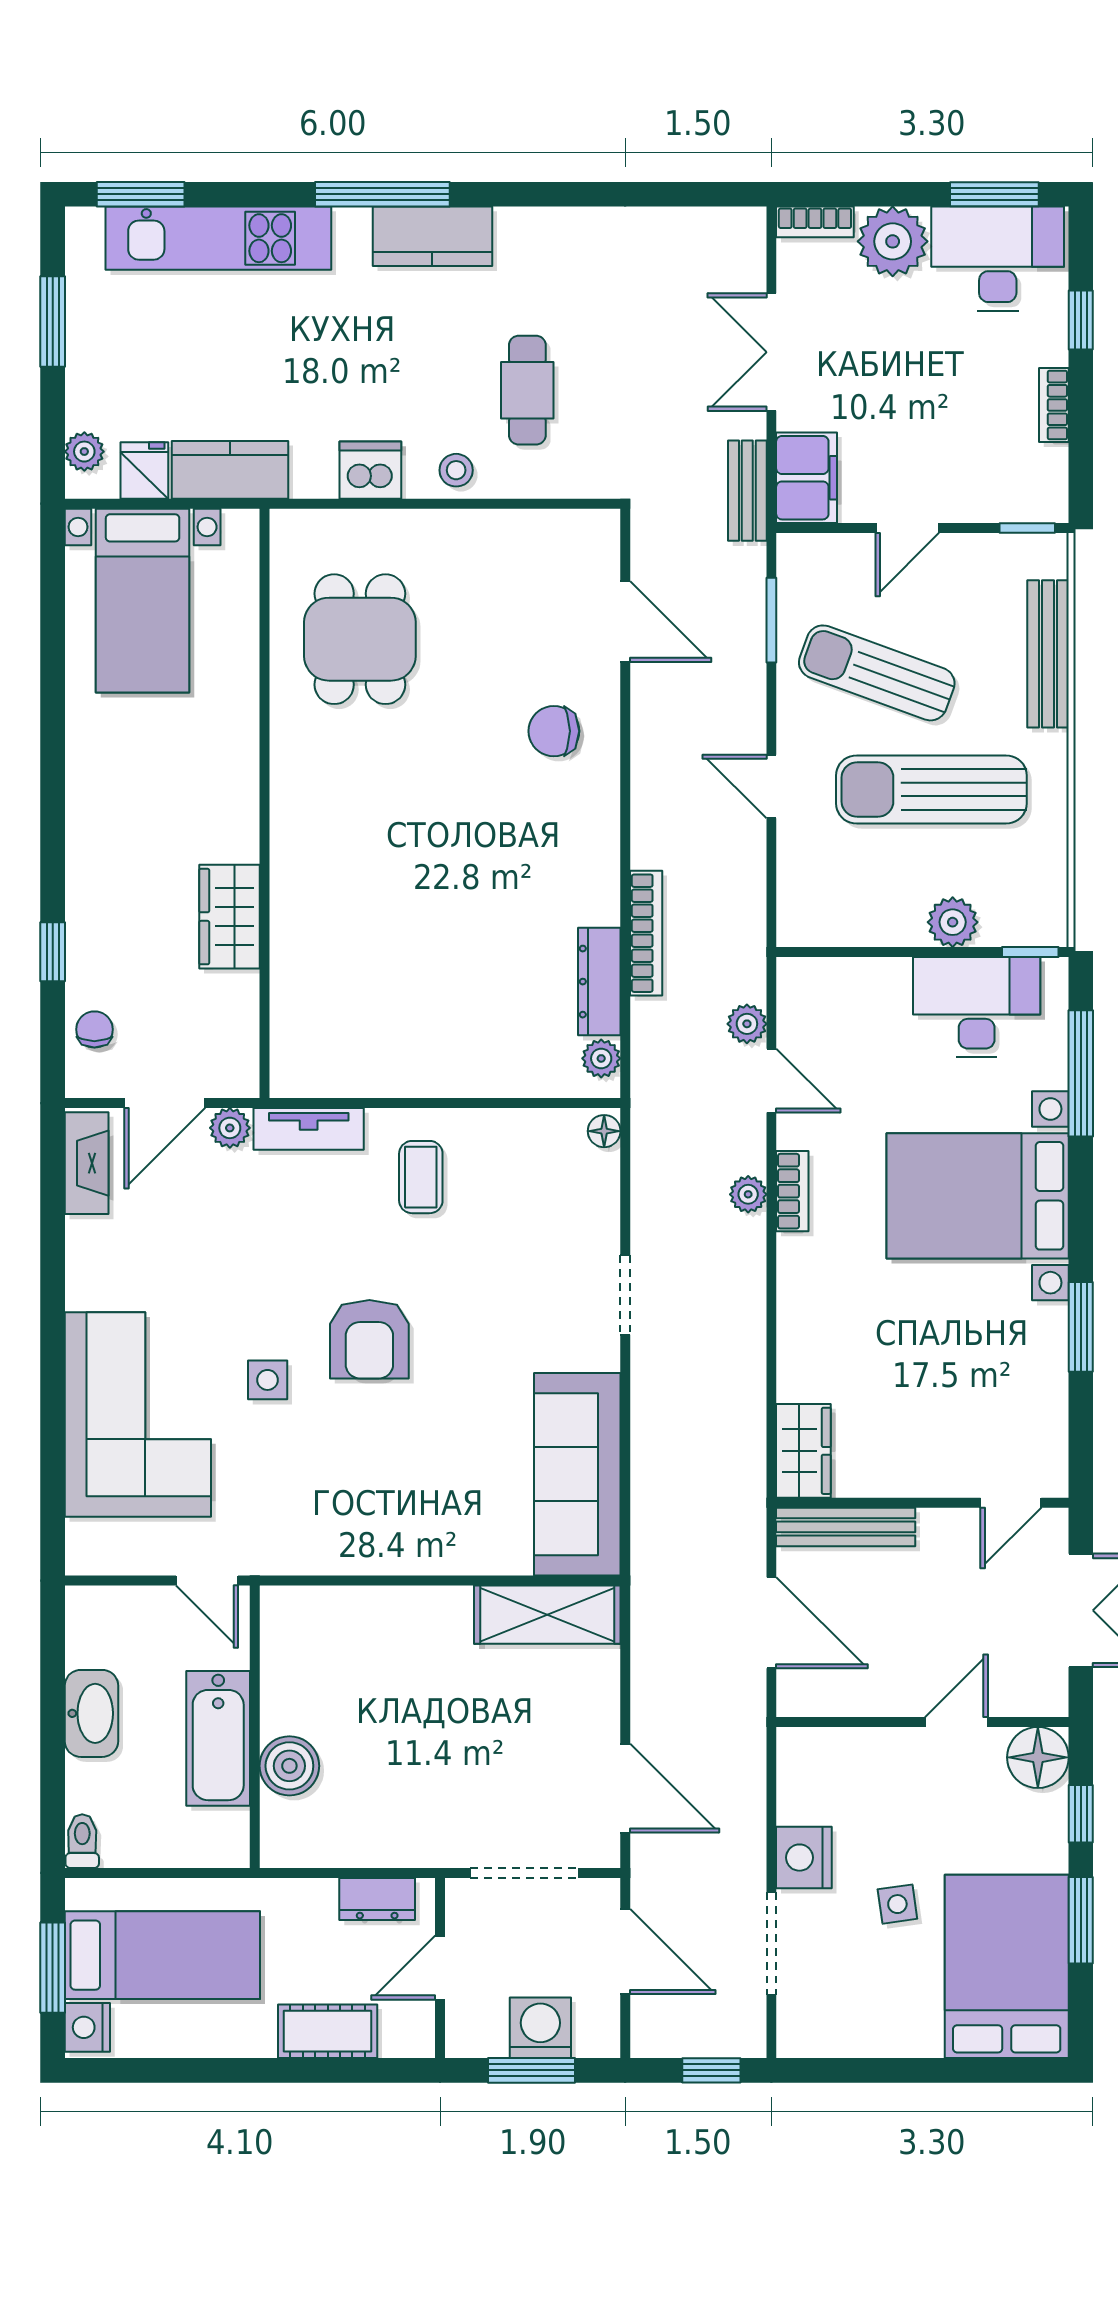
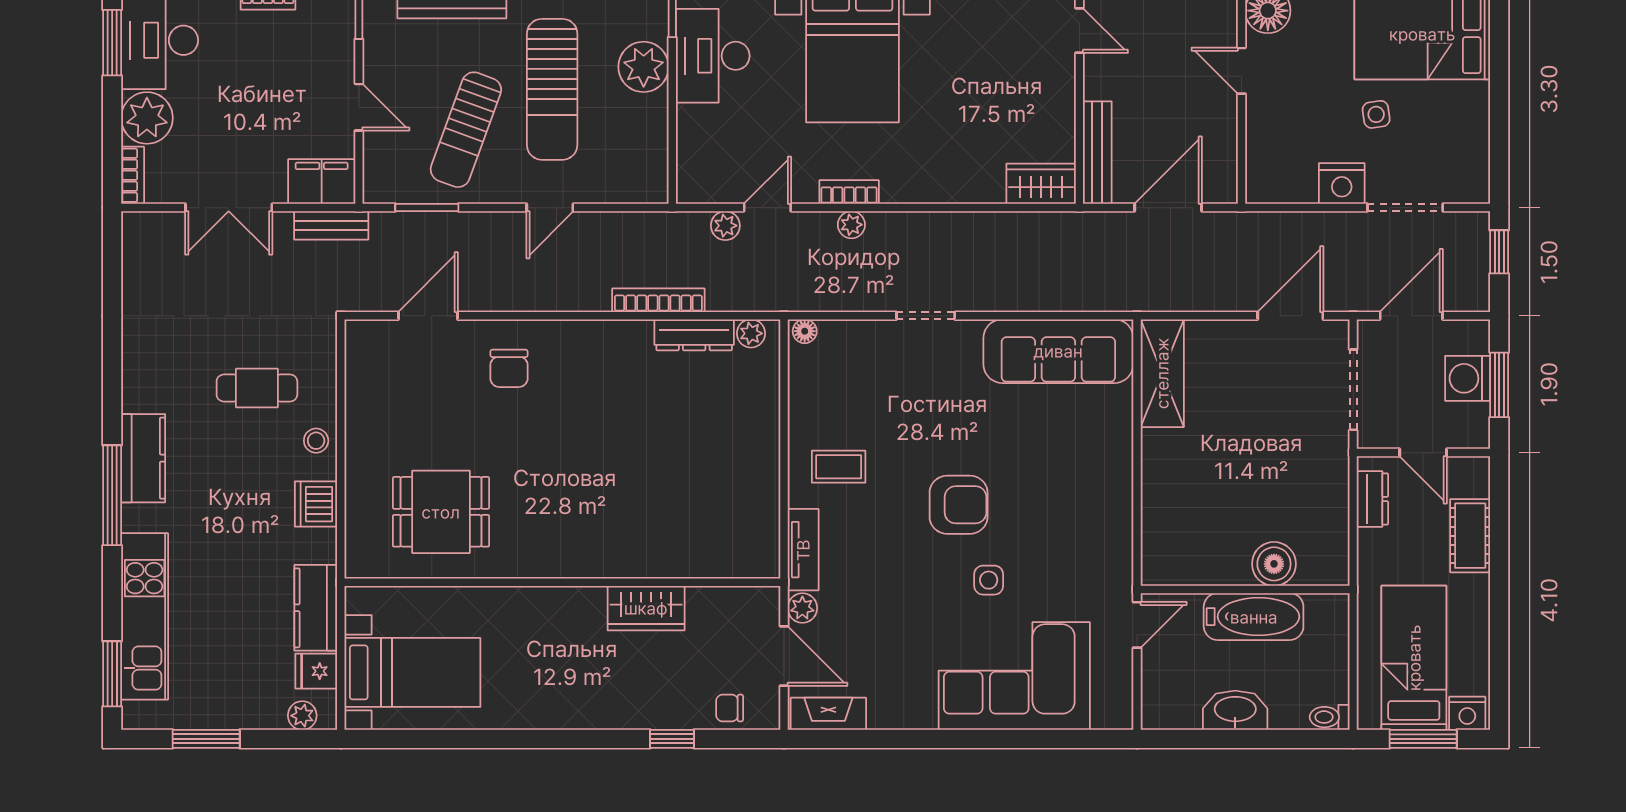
plant: (953, 922) -> (644, 67), width x1.36, depth x1.36

